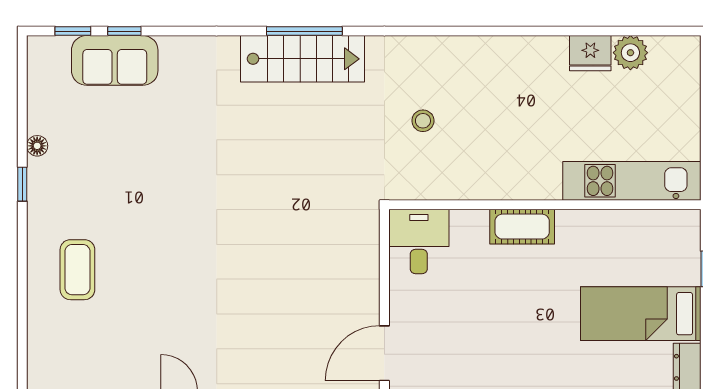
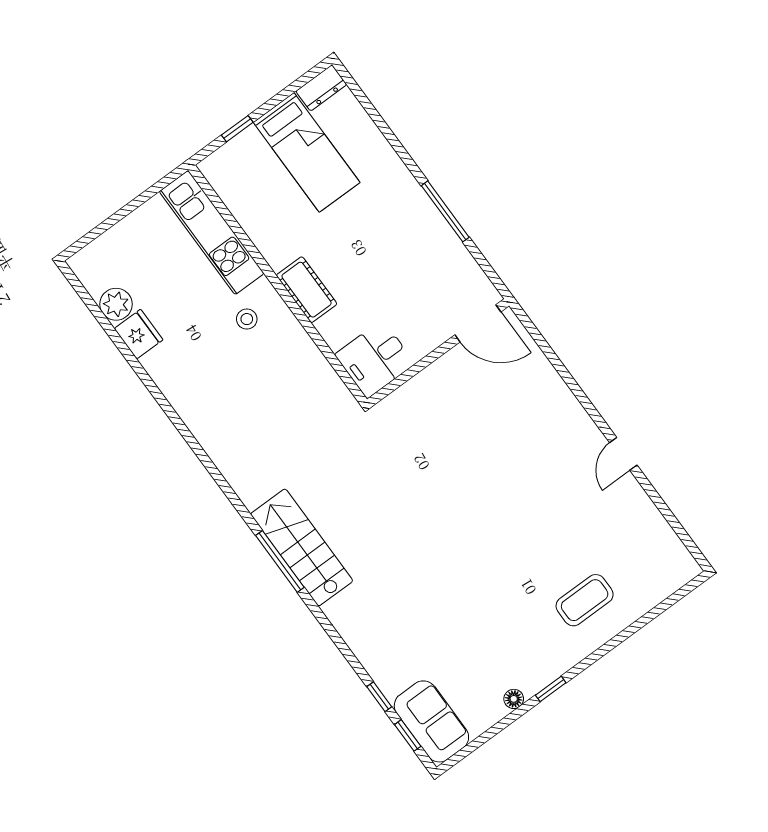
sofa: (115, 60) -> (431, 721), moved
stool: (423, 121) -> (247, 319), moved

